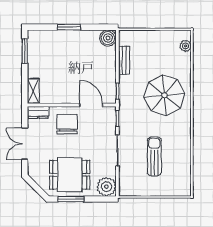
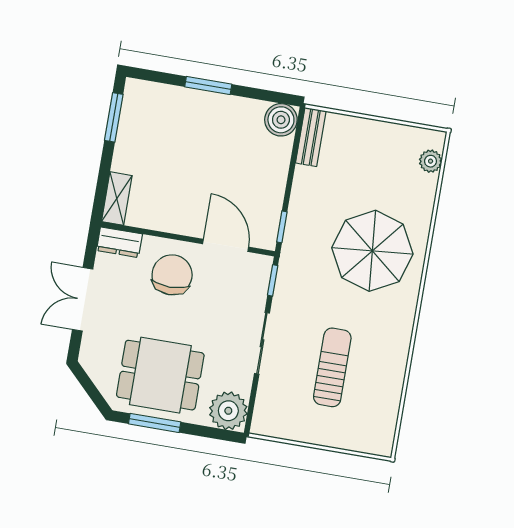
bench: (124, 60) -> (311, 137), moved

